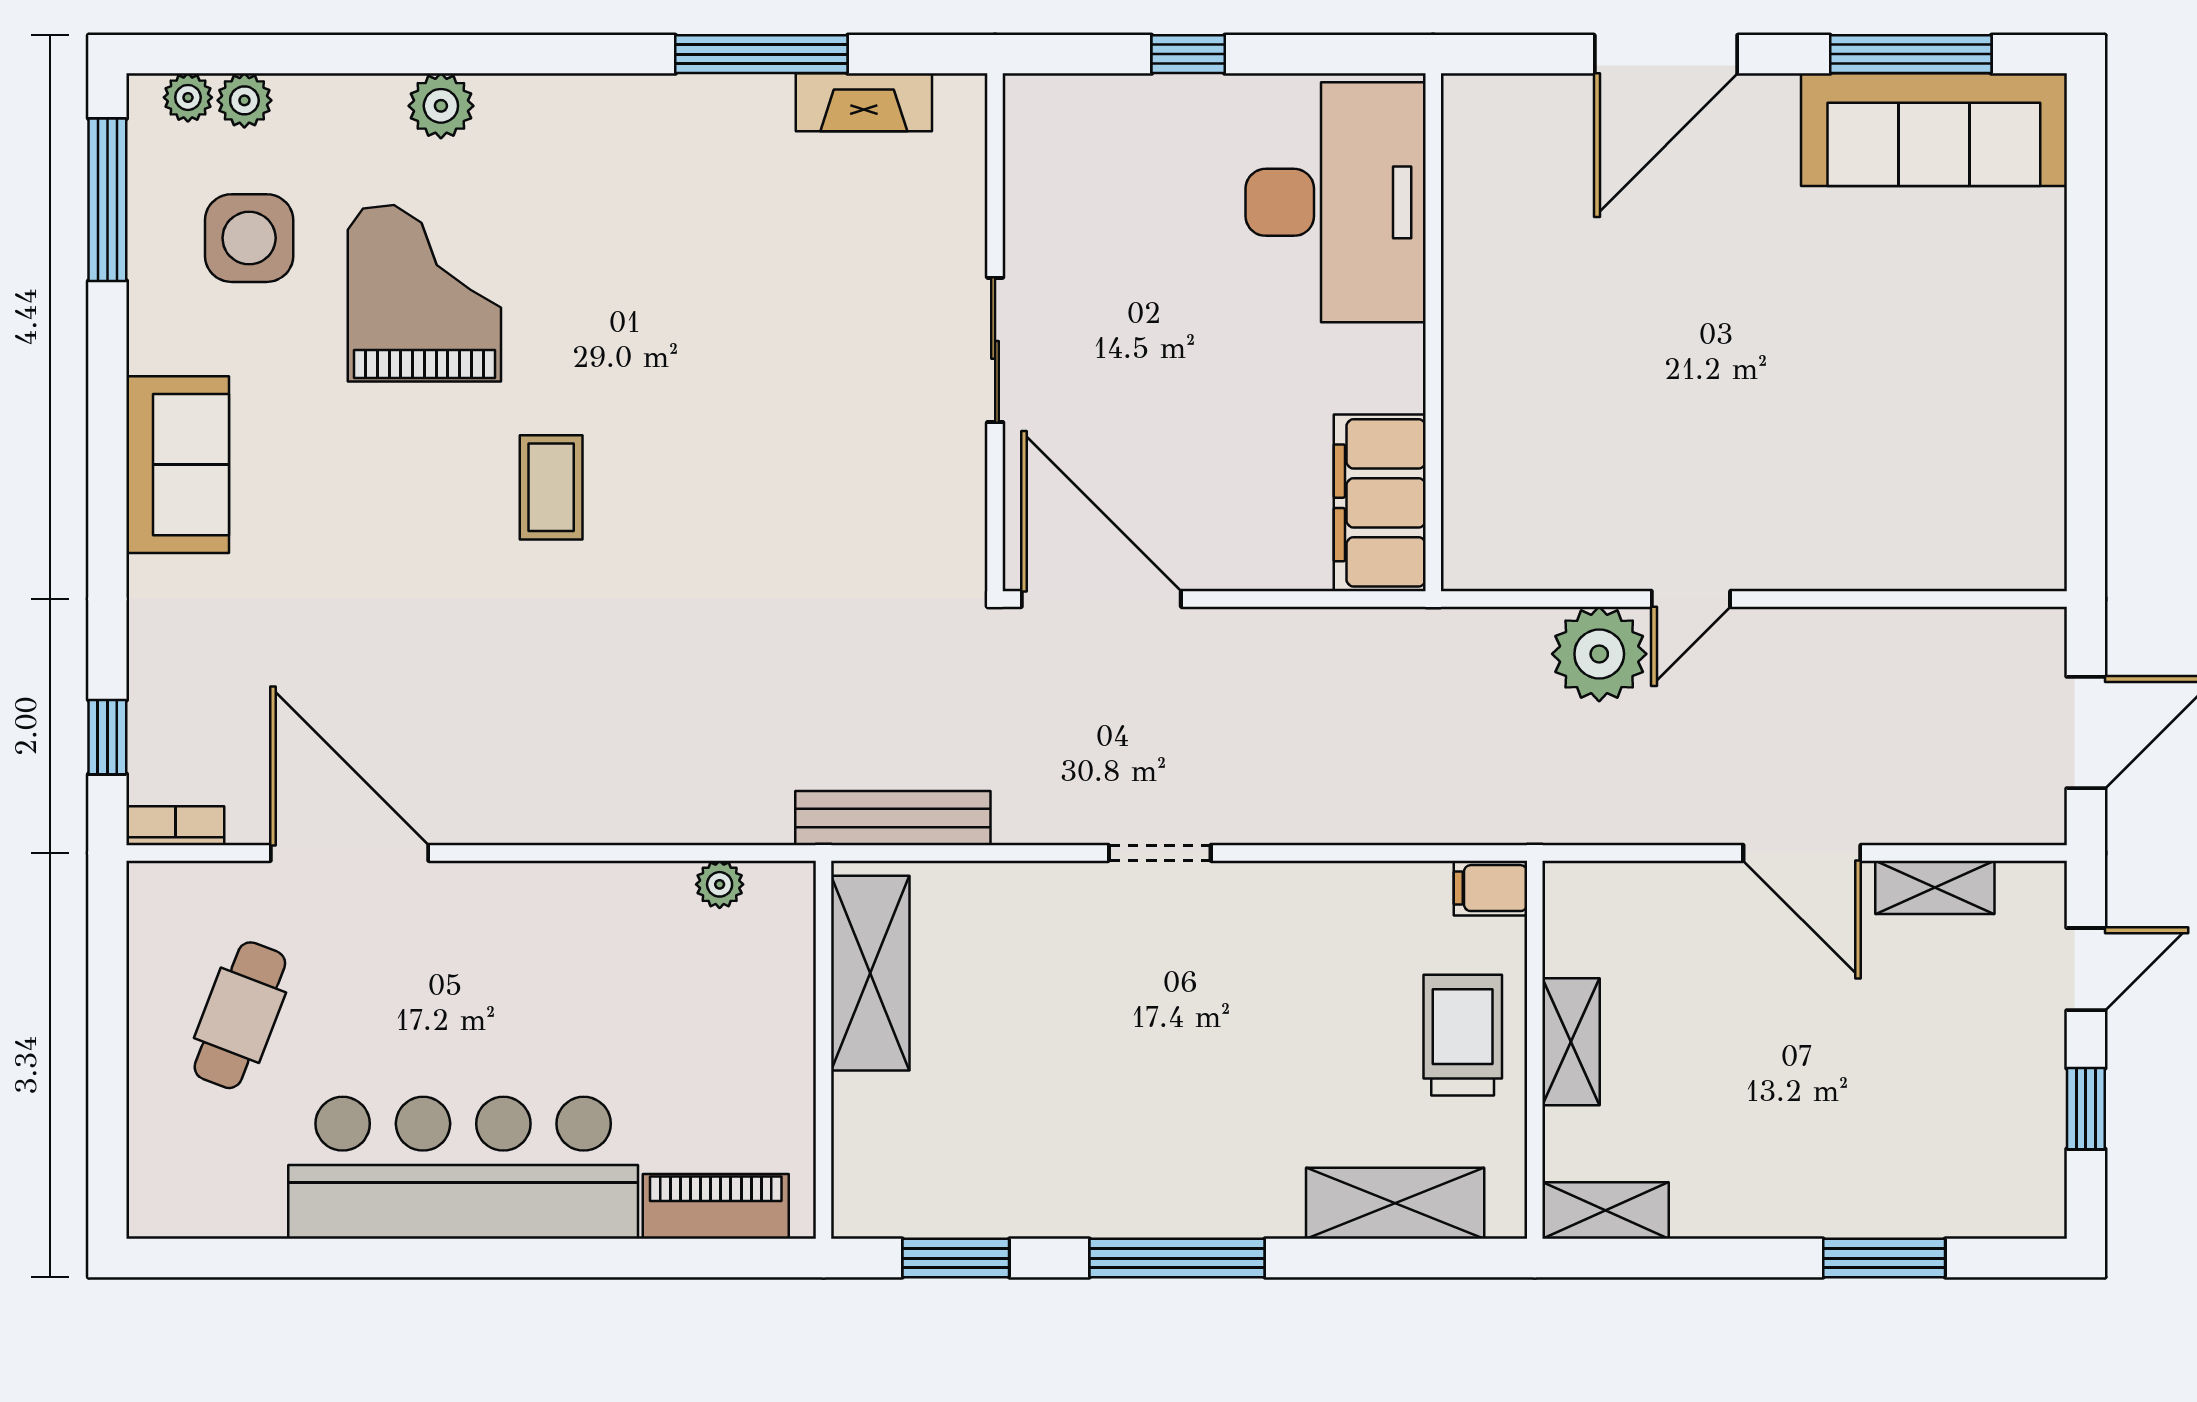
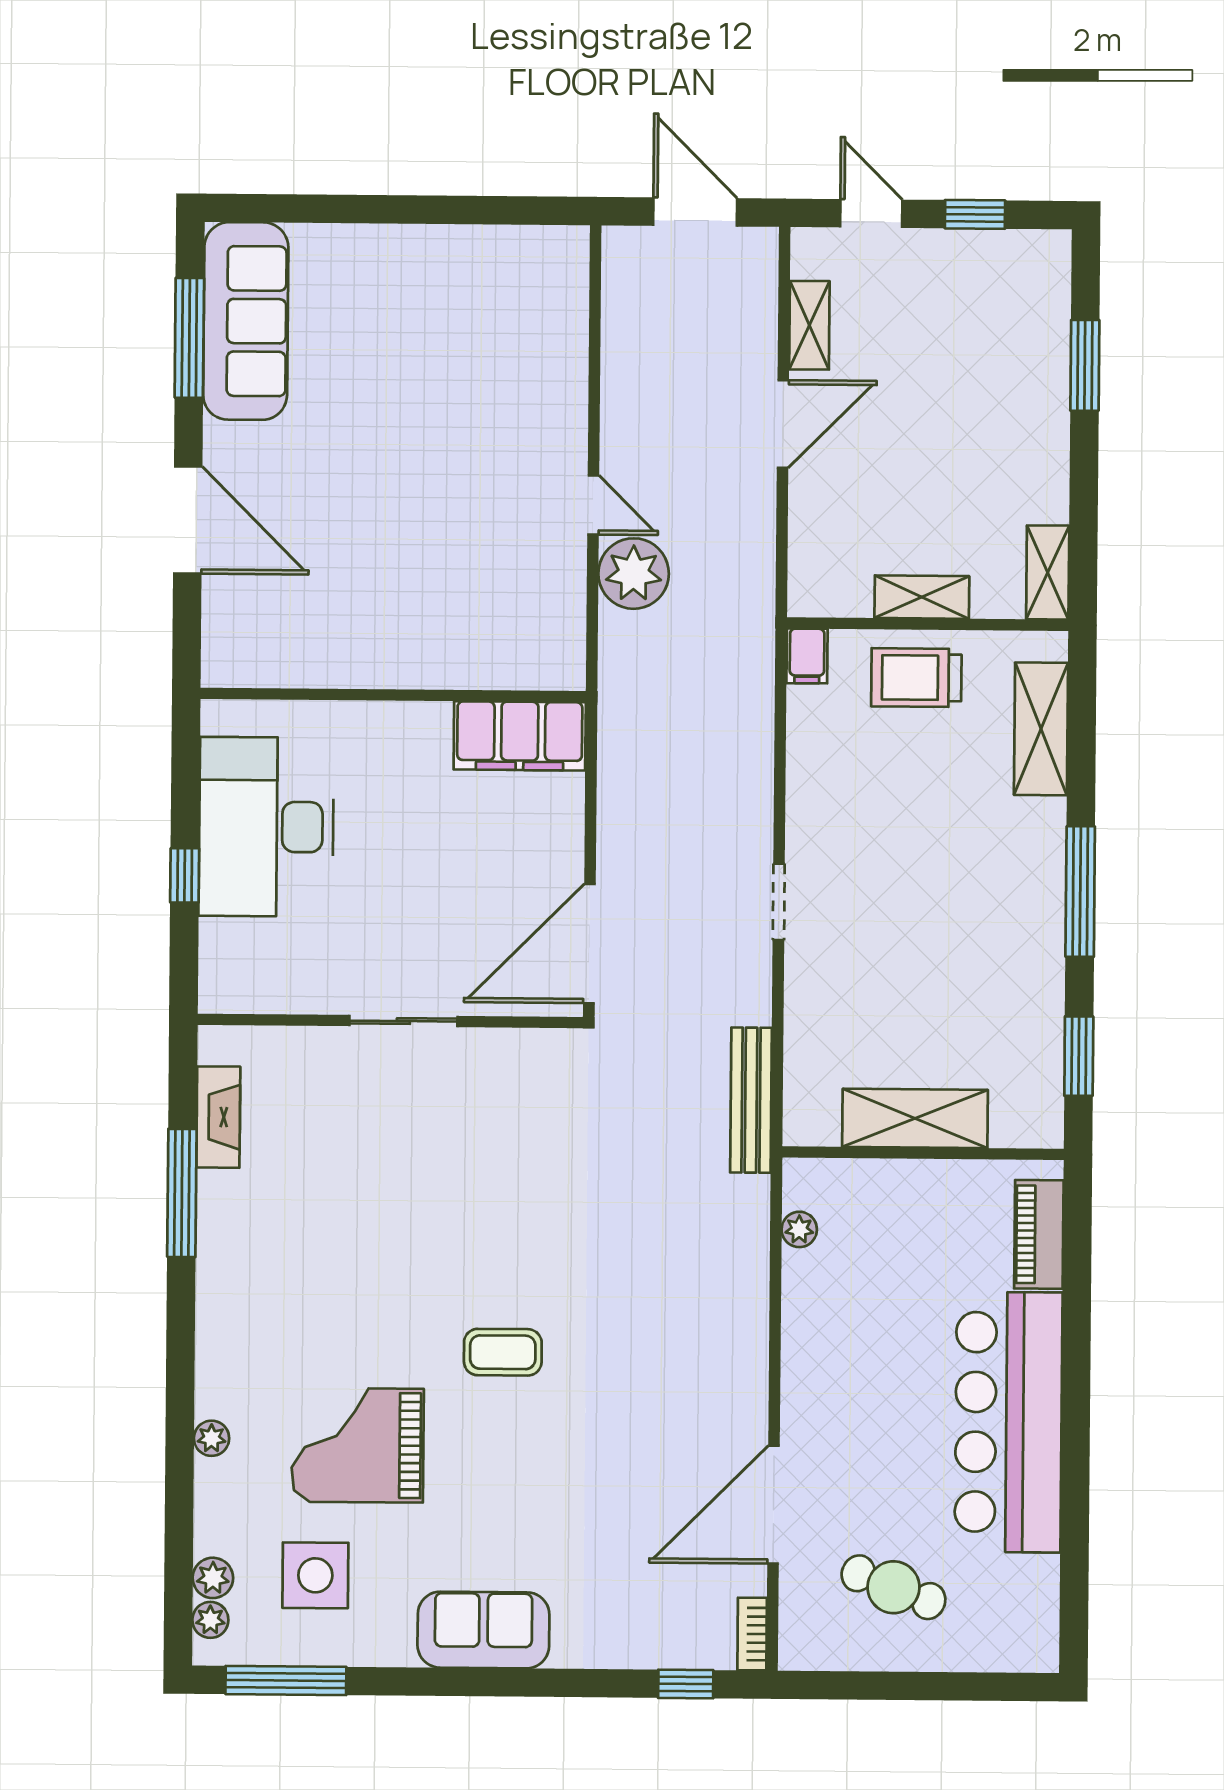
plant: (441, 106) -> (212, 1438), width x0.73, depth x0.73
desk: (1336, 202) -> (266, 827), moved, turned -90
shelving: (870, 973) -> (915, 1118), moved

